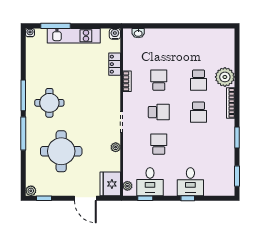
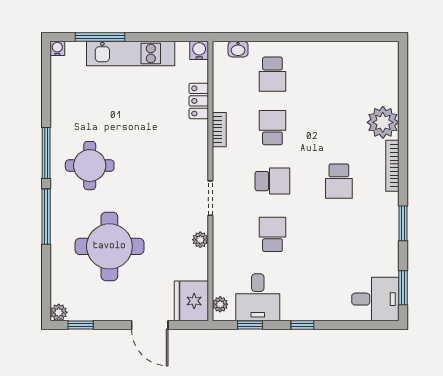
school desk: (199, 80) -> (272, 74), moved
desk: (190, 182) -> (375, 299), moved, turned -90
window: (188, 198) -> (302, 325), moved

